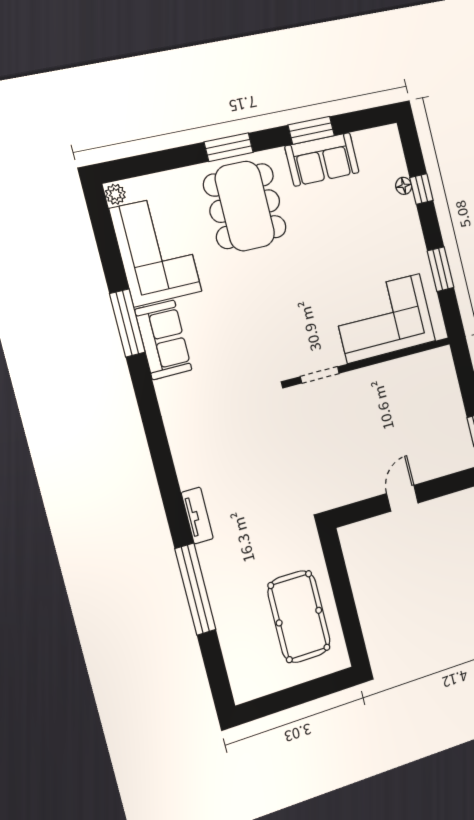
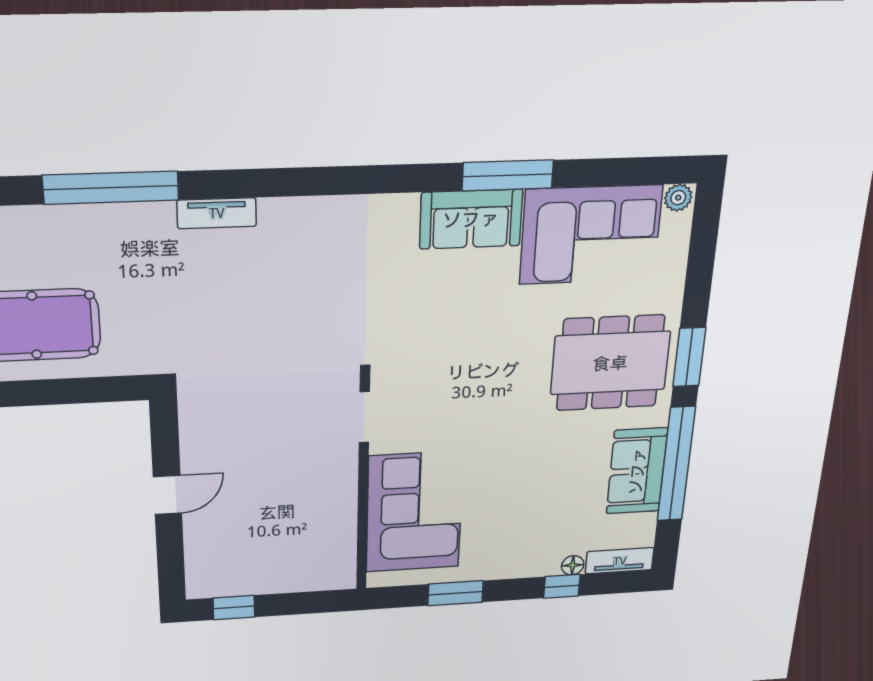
window: (311, 130) -> (676, 464), width x2.11
tv unit: (394, 150) -> (620, 561), added
door: (402, 498) -> (168, 495), hinge flipped

